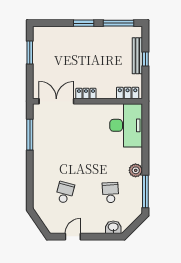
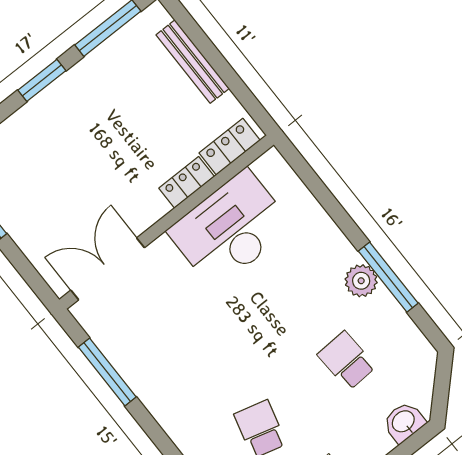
window: (145, 59) -> (213, 56), removed
locker: (86, 93) -> (187, 182), moved
desk: (126, 125) -> (230, 229), moved, turned -90
window: (145, 191) -> (388, 277), moved

